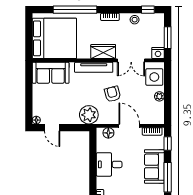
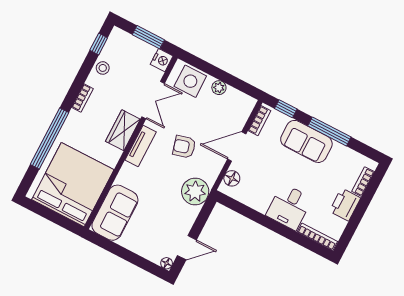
tv unit: (94, 67) -> (141, 146), width x0.71
desk: (109, 164) -> (289, 207), moved

